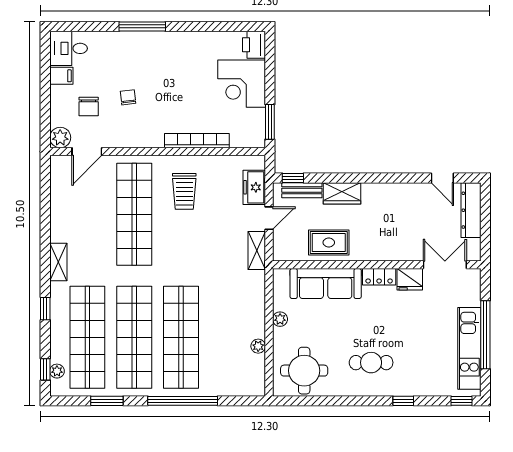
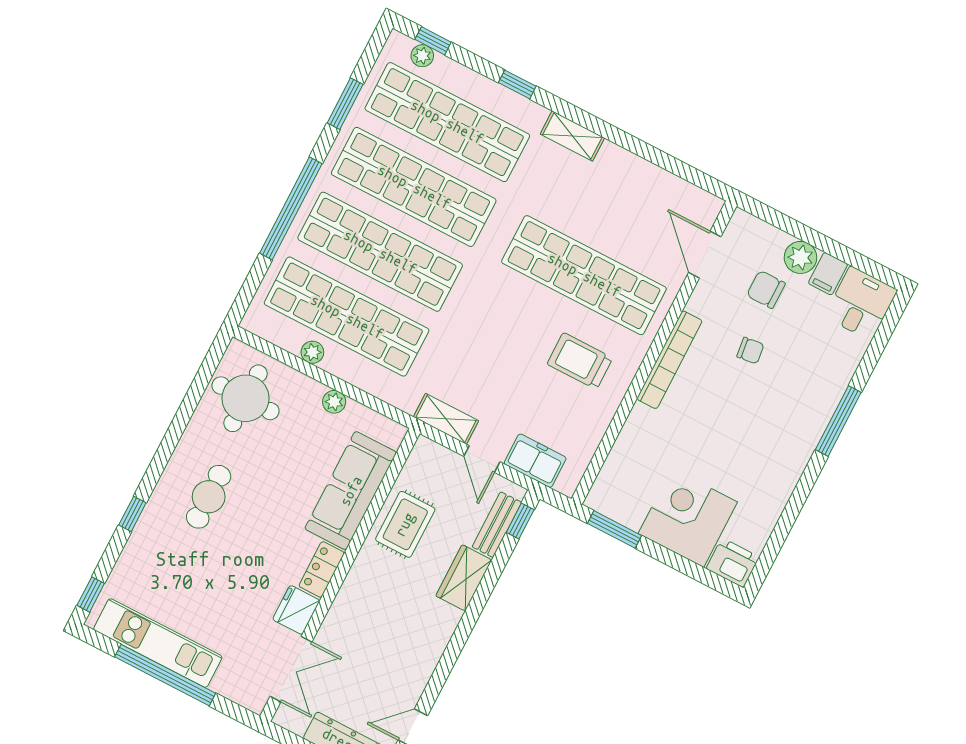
plant: (60, 138) -> (800, 257), moved
bookcase: (197, 141) -> (670, 360), moved
shop shelf: (228, 337) -> (347, 317), added

